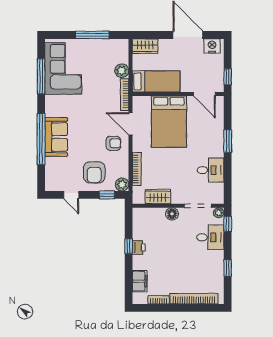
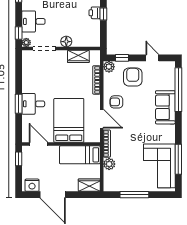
window: (41, 139) -> (178, 90), moved
desk: (211, 170) -> (33, 104), moved

